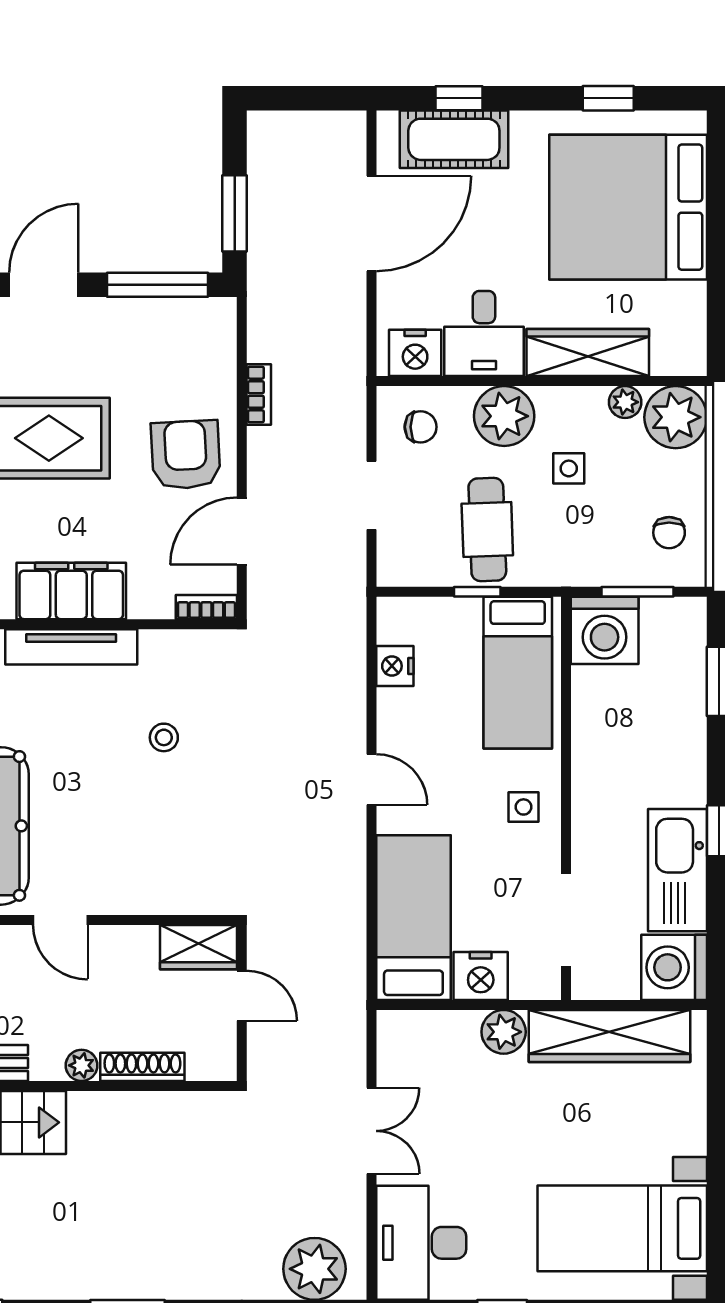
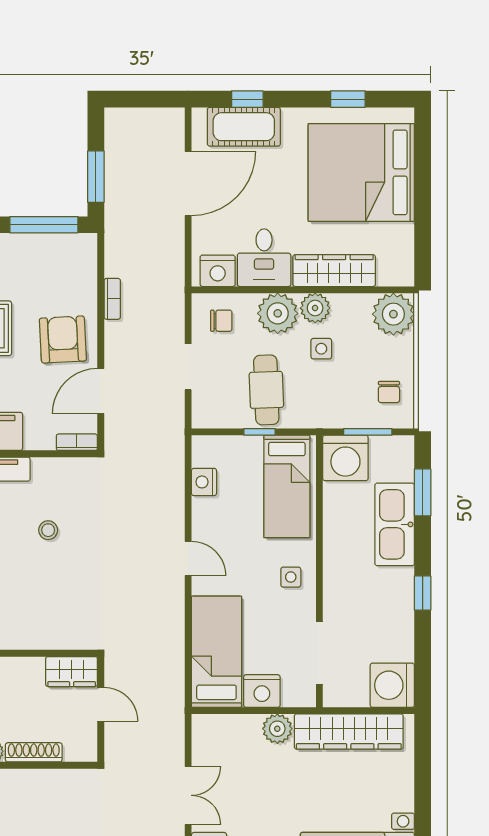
plant: (625, 402) -> (315, 308), moved, width x1.38, depth x1.38
kitchen sink: (678, 870) -> (395, 524), moved

